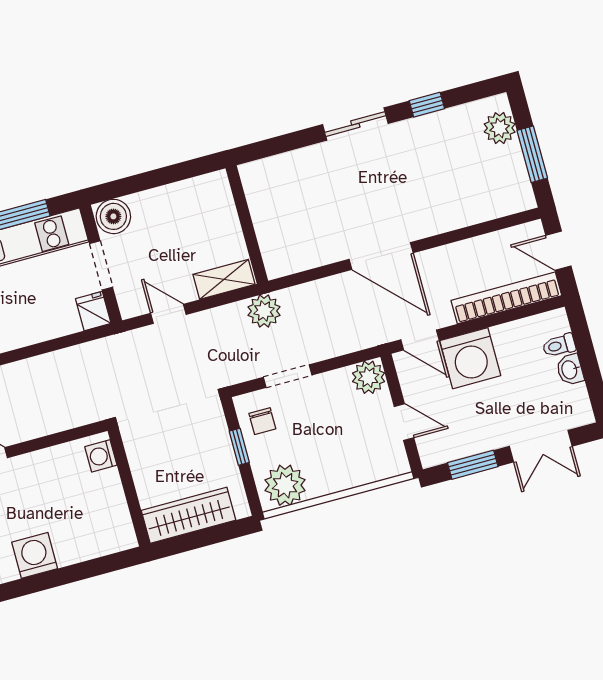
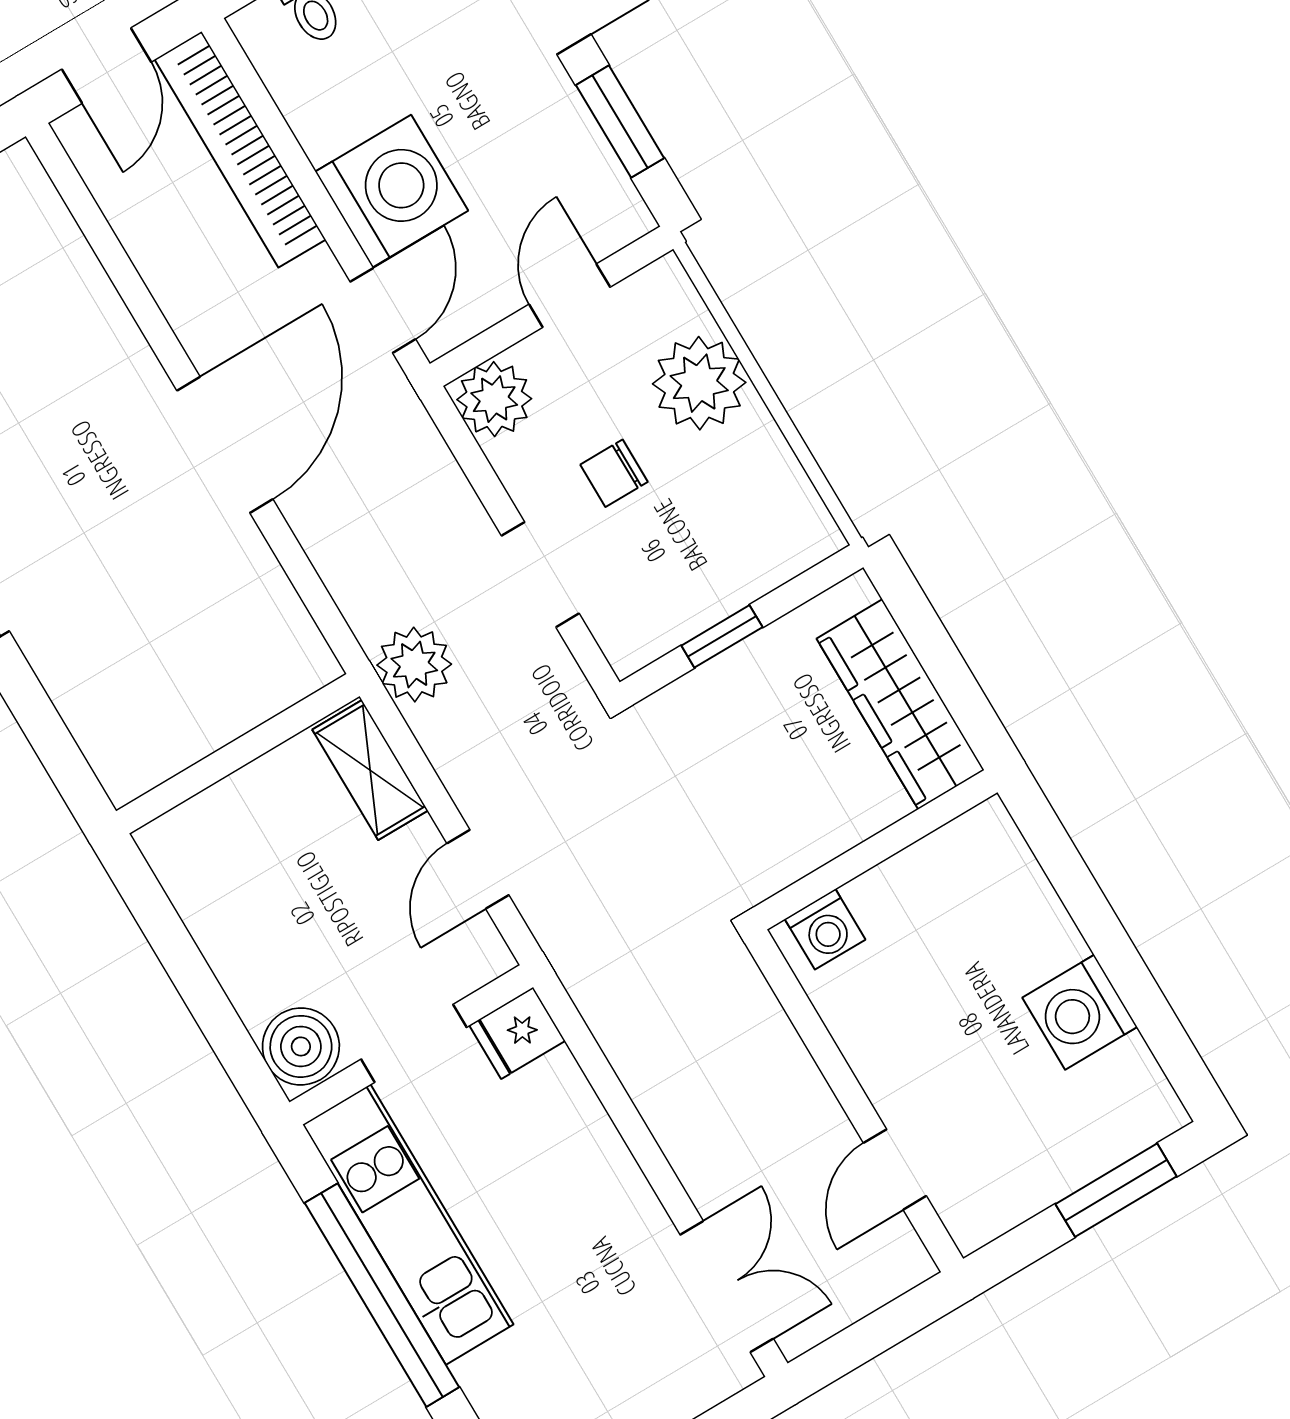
chair: (262, 421) -> (614, 473), moved, turned 180
plant: (285, 485) -> (699, 383), moved

